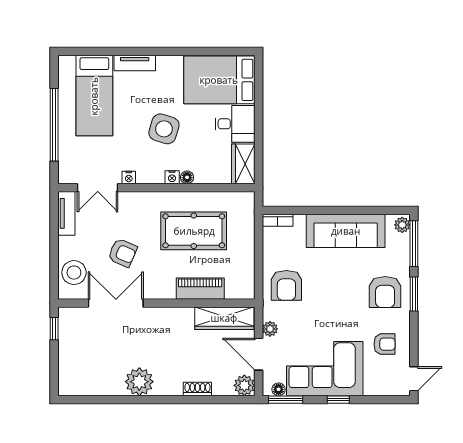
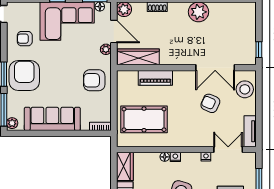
pool table: (194, 231) -> (144, 119), moved
armchair: (286, 285) -> (94, 80), turned -90
armchair: (385, 292) -> (24, 75), width x1.36, depth x1.36

